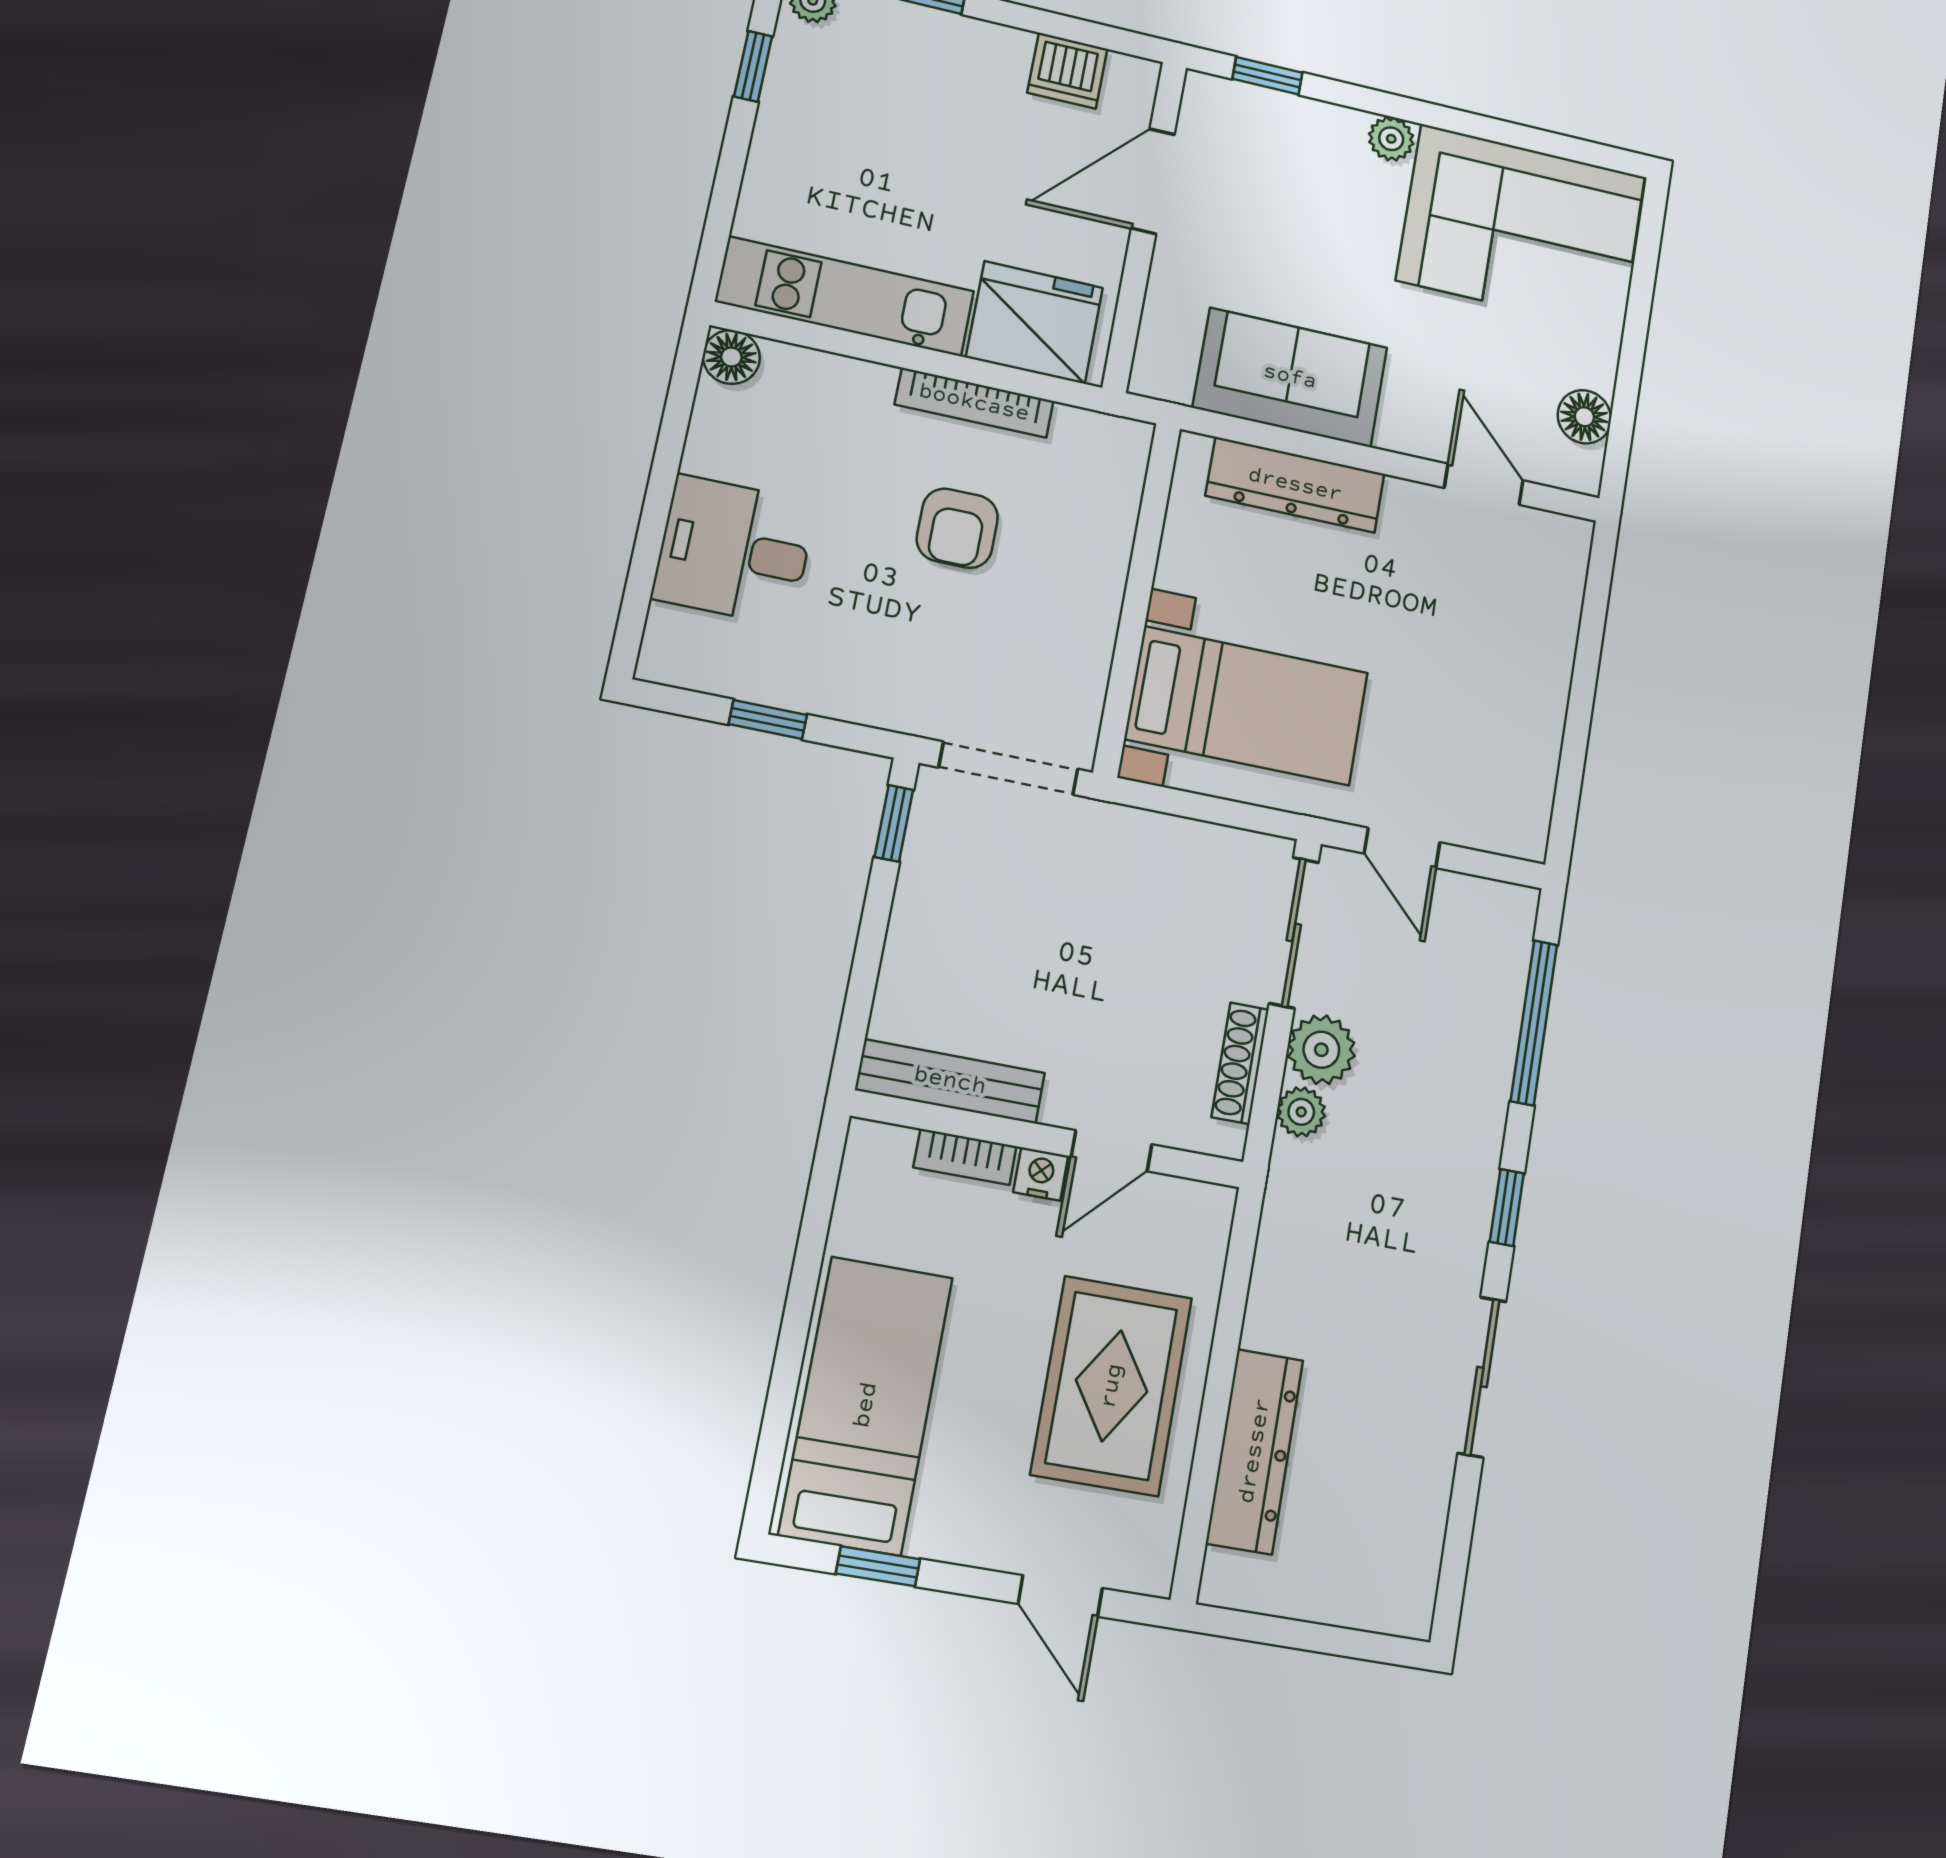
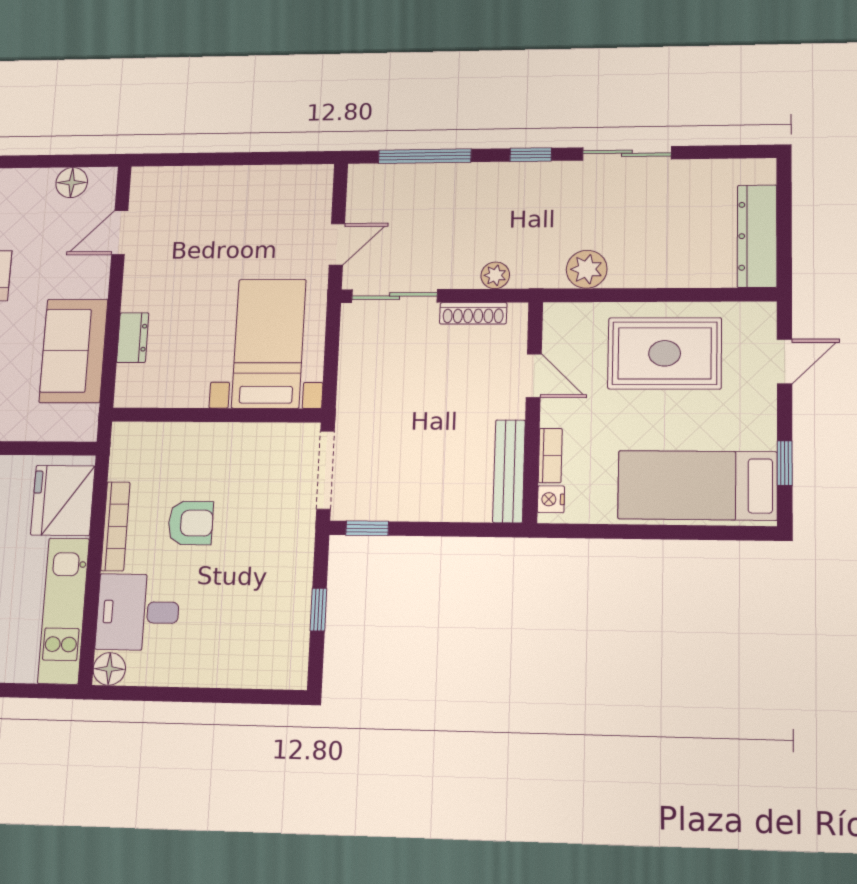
dresser: (1295, 485) -> (133, 338), width x0.51, depth x0.80
desk: (734, 550) -> (138, 612), moved, turned 90
plant: (1321, 1050) -> (587, 269), moved
nightstand: (1041, 1174) -> (551, 499), moved
dresser: (1255, 1451) -> (757, 236), moved, turned -90

